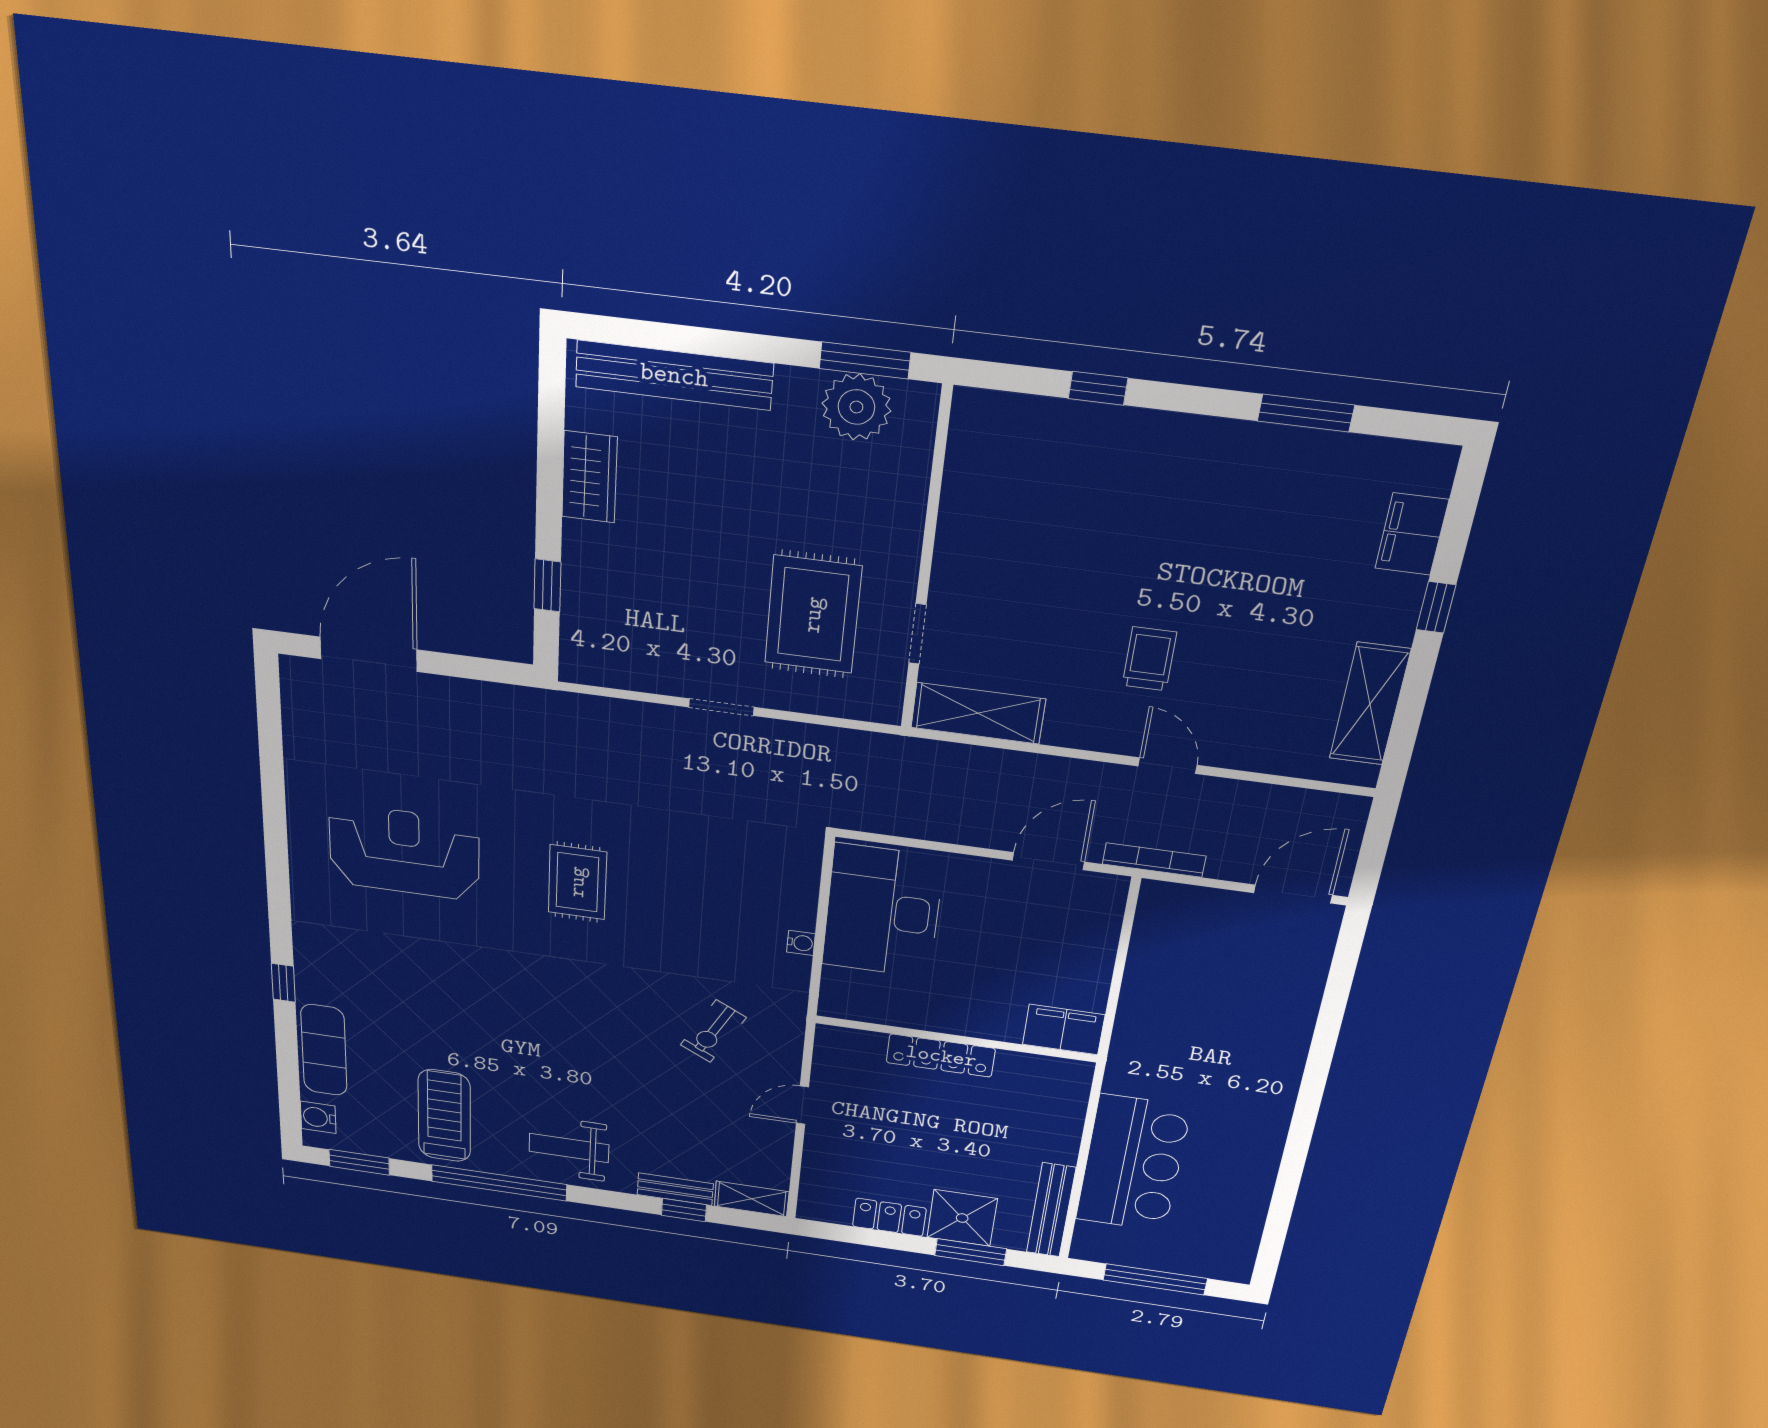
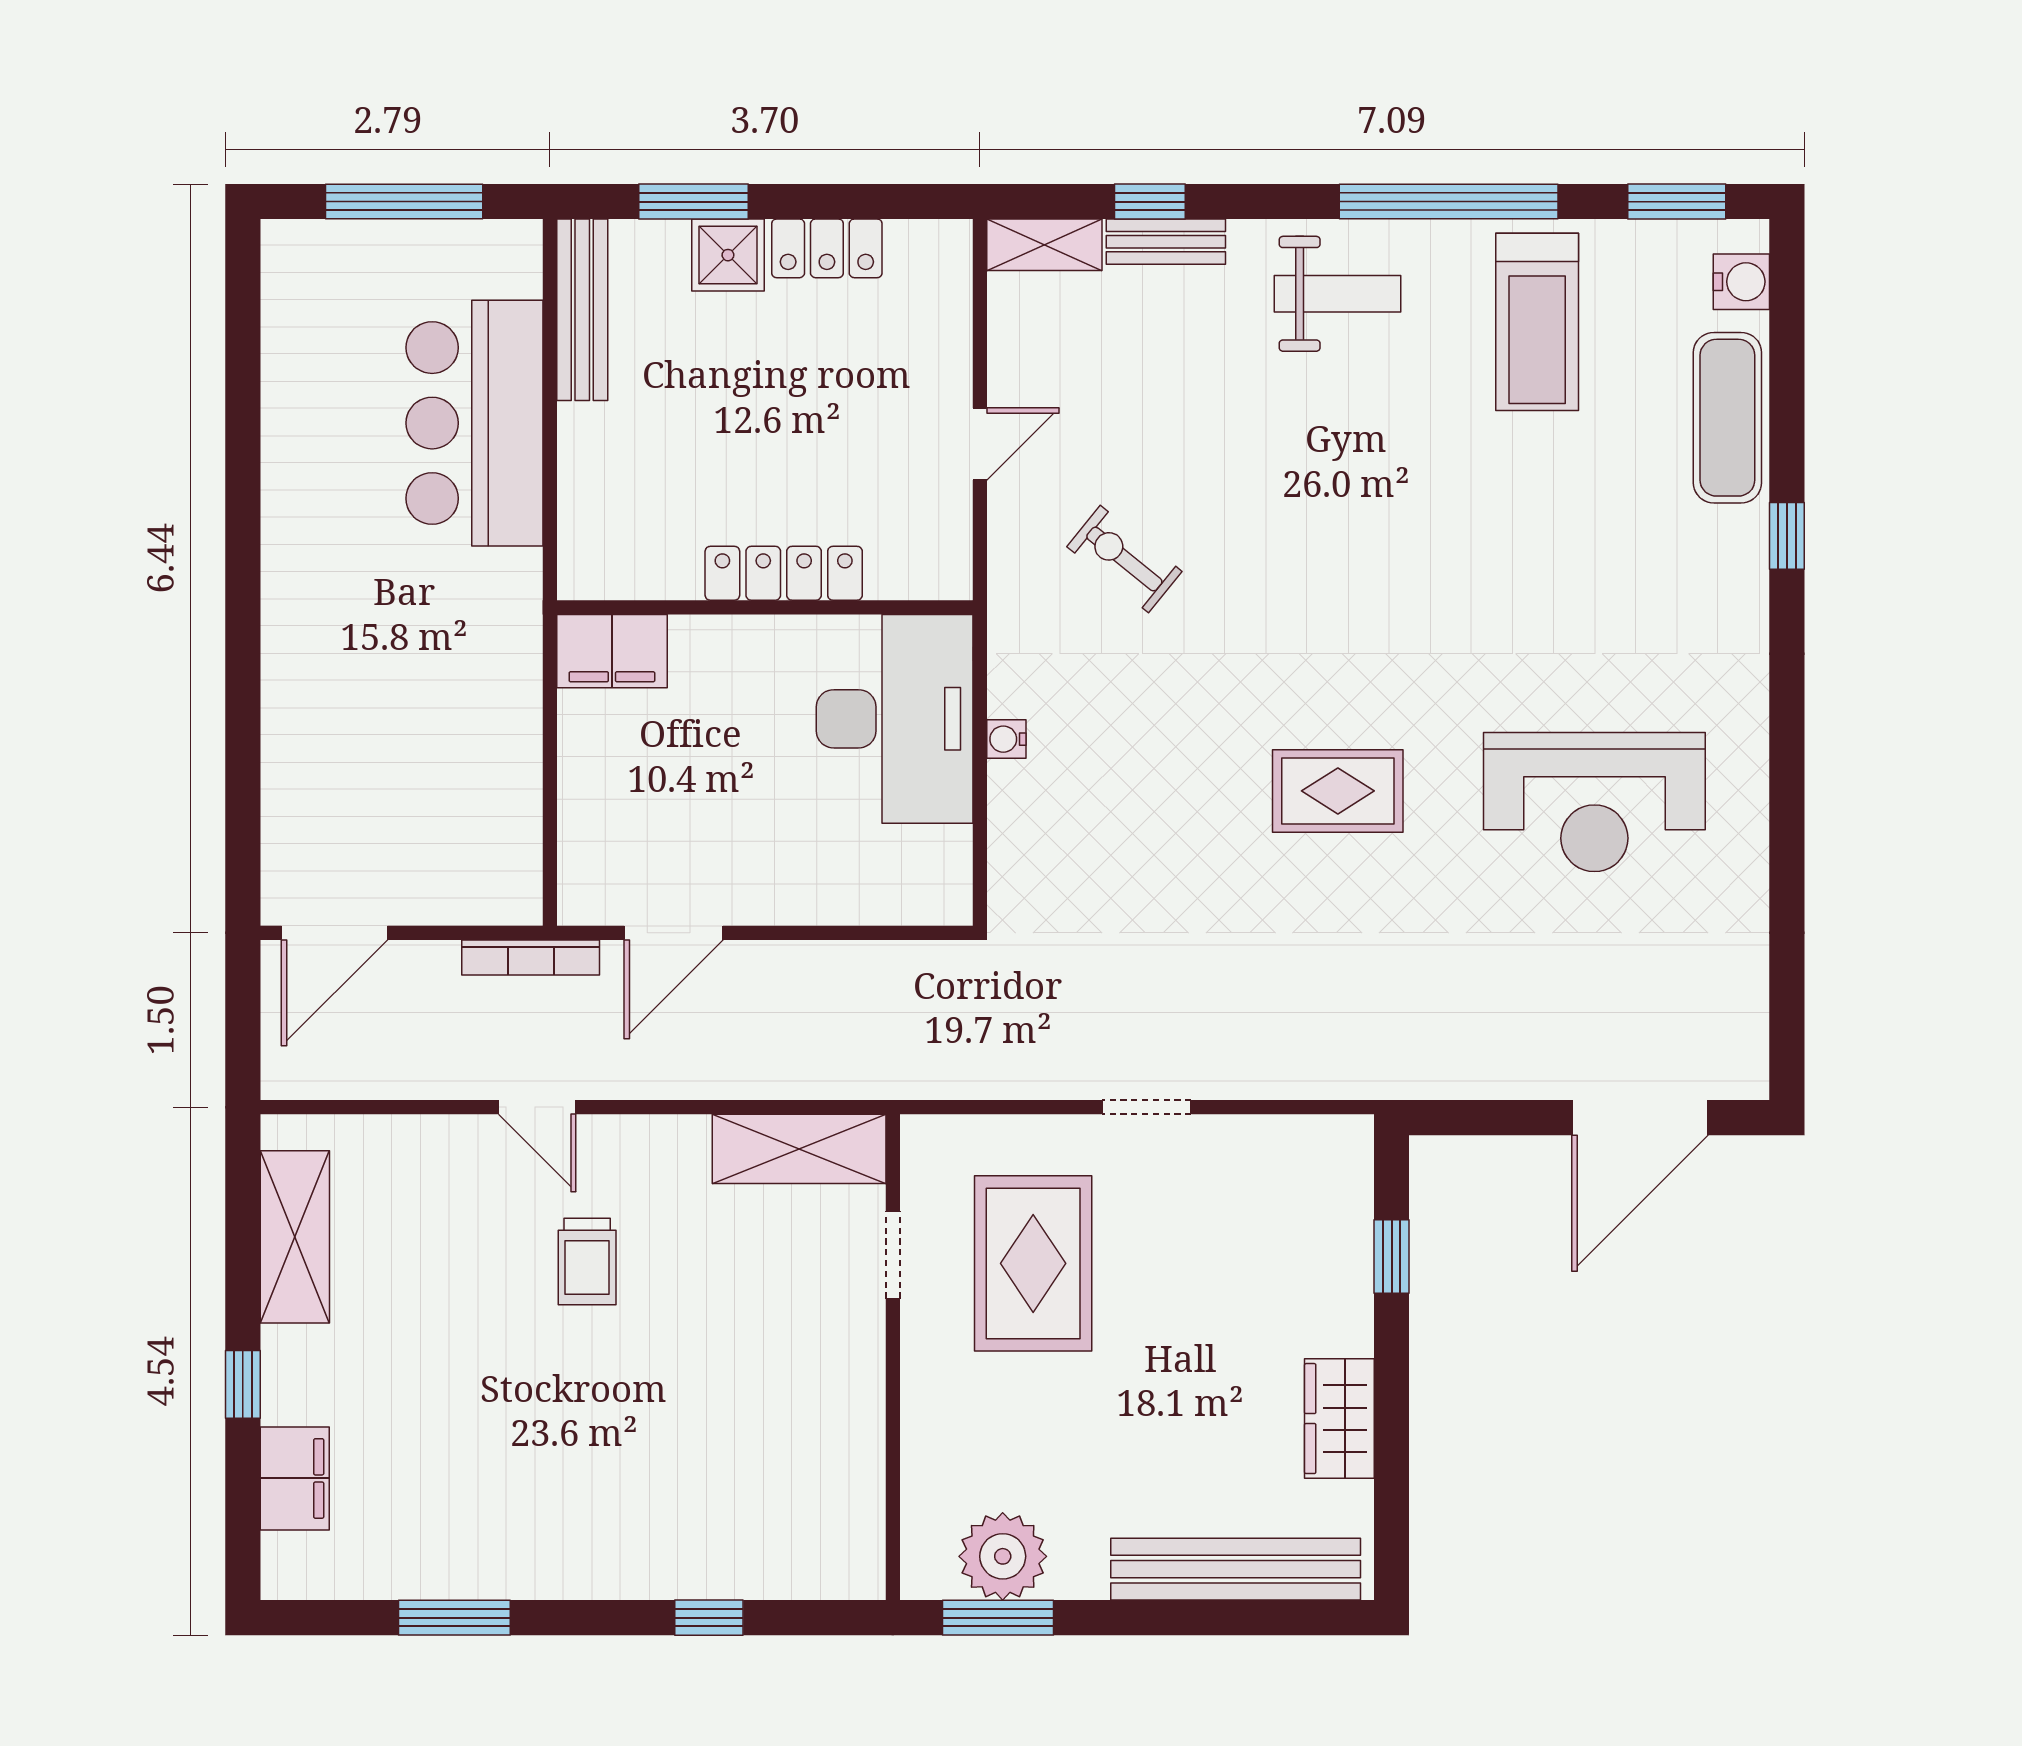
rug: (577, 882) -> (1338, 791), turned 90
desk: (882, 911) -> (895, 719), moved
exercise bike: (713, 1031) -> (1124, 559), turned -79
shower: (962, 1218) -> (728, 255), width x0.73, depth x0.73

